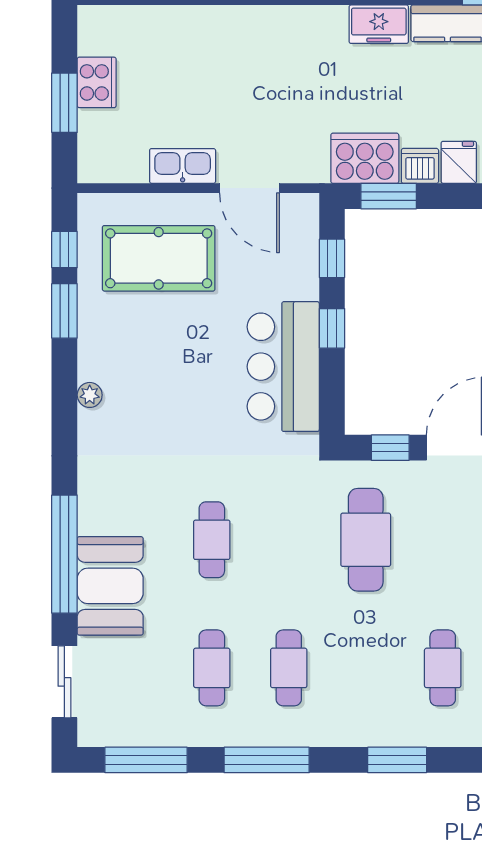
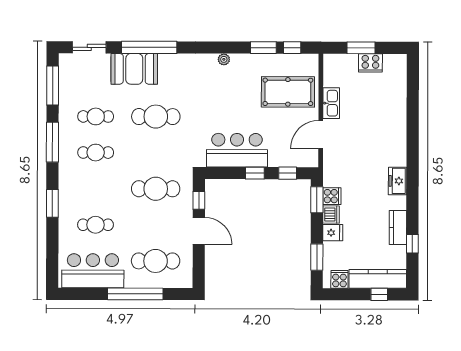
freezer: (379, 24) -> (398, 181), moved
cooker: (365, 158) -> (332, 196), width x0.53, depth x0.76
pool table: (159, 258) -> (288, 92), turned 90
cafe table: (212, 540) -> (156, 117), width x1.37, depth x1.35

